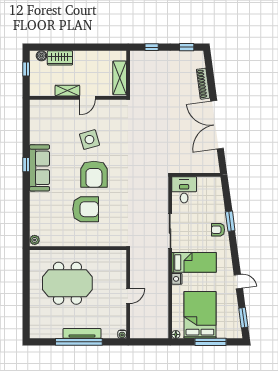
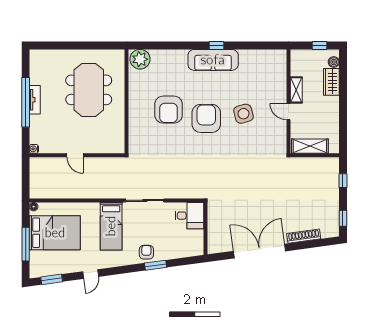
armchair: (94, 174) -> (206, 118), turned 90
plant: (35, 240) -> (140, 59), width x1.88, depth x1.88
nightstand: (177, 279) -> (93, 208), removed
tv unit: (82, 333) -> (35, 100), width x0.71

